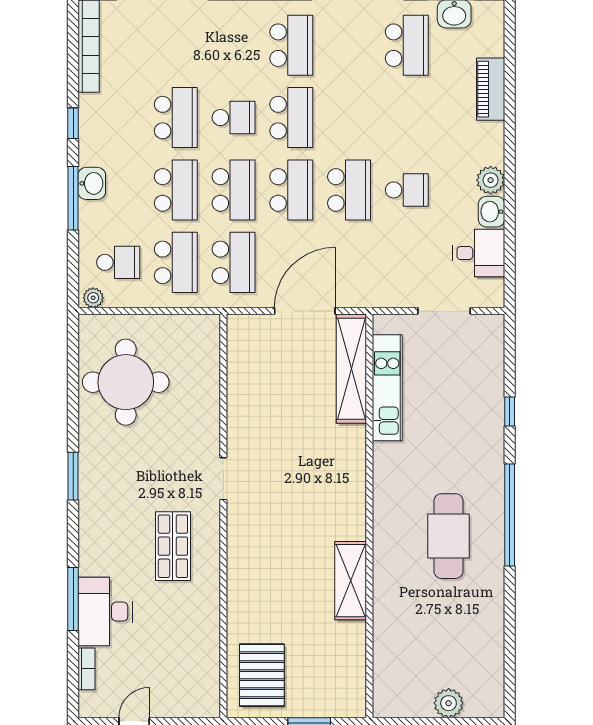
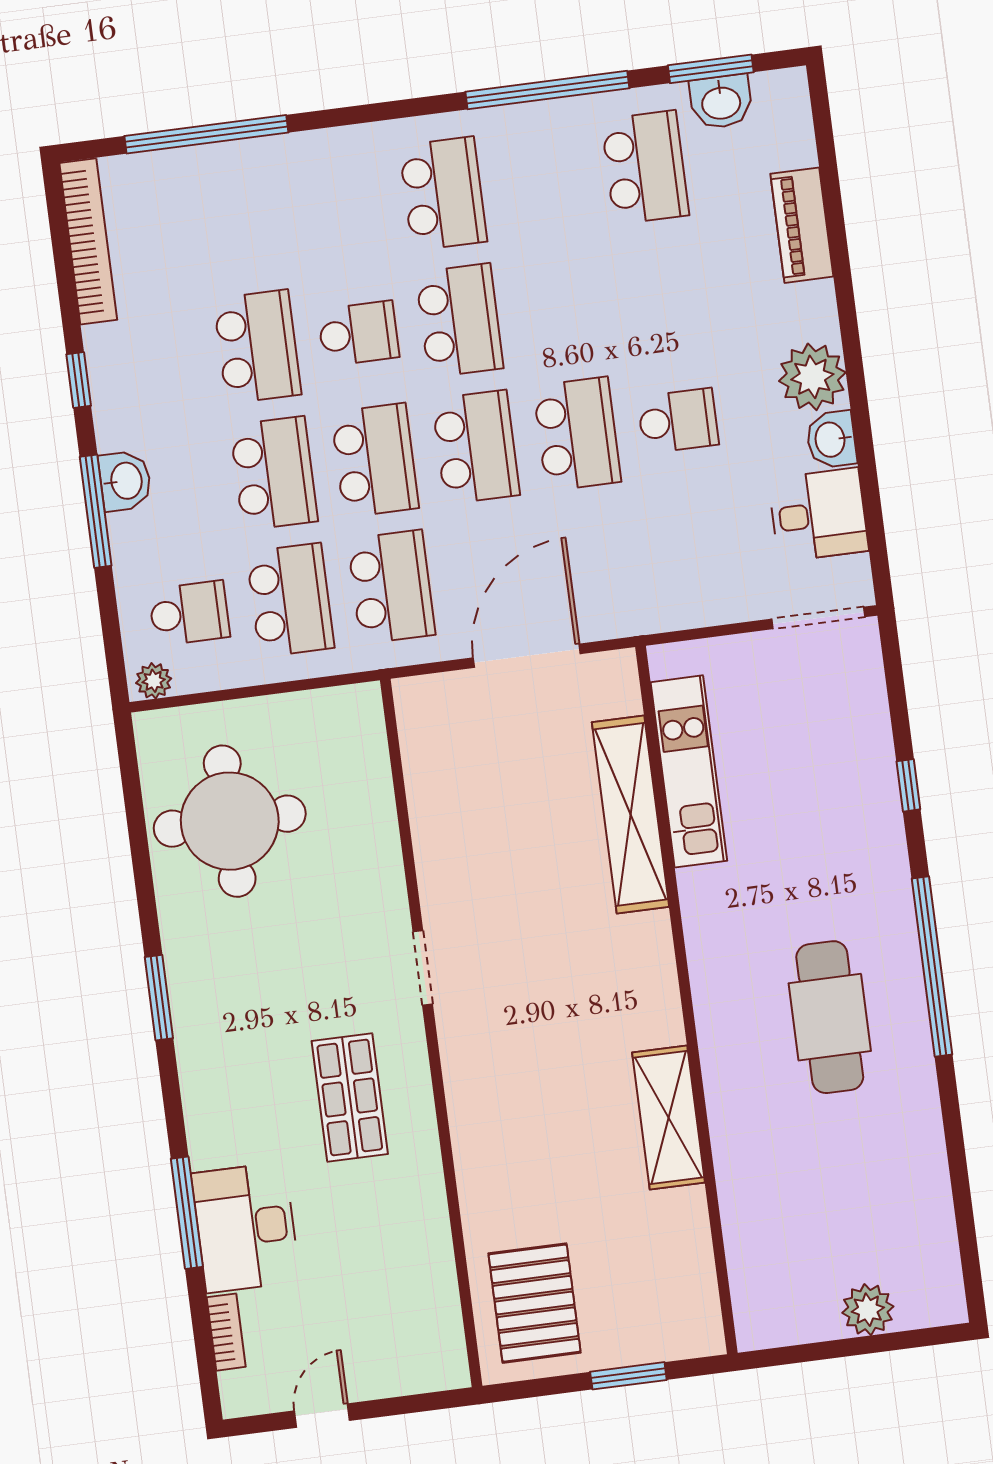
plant: (491, 180) -> (812, 377), width x1.36, depth x1.36
doorway: (444, 311) -> (818, 618), moved
shelving: (351, 369) -> (630, 814), moved

